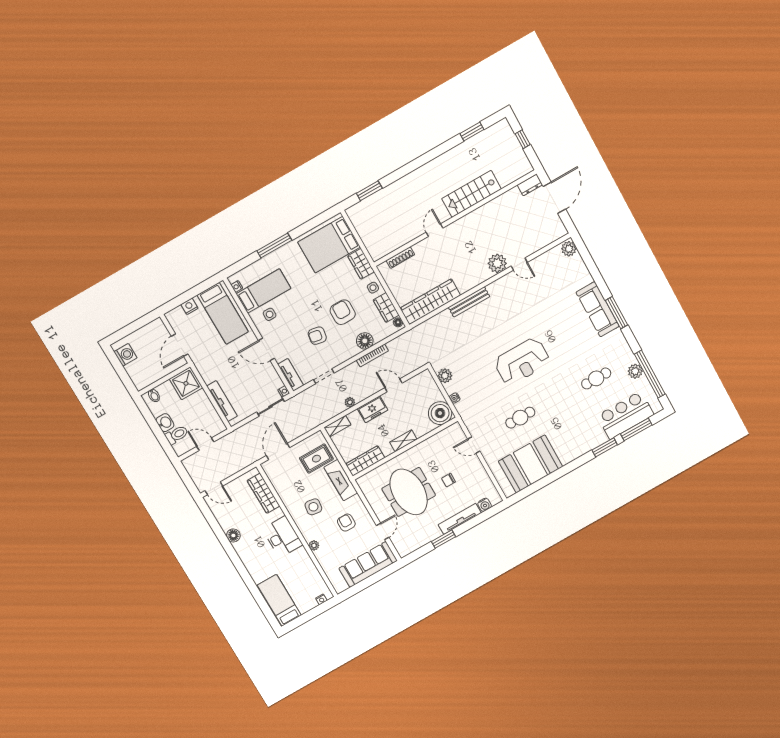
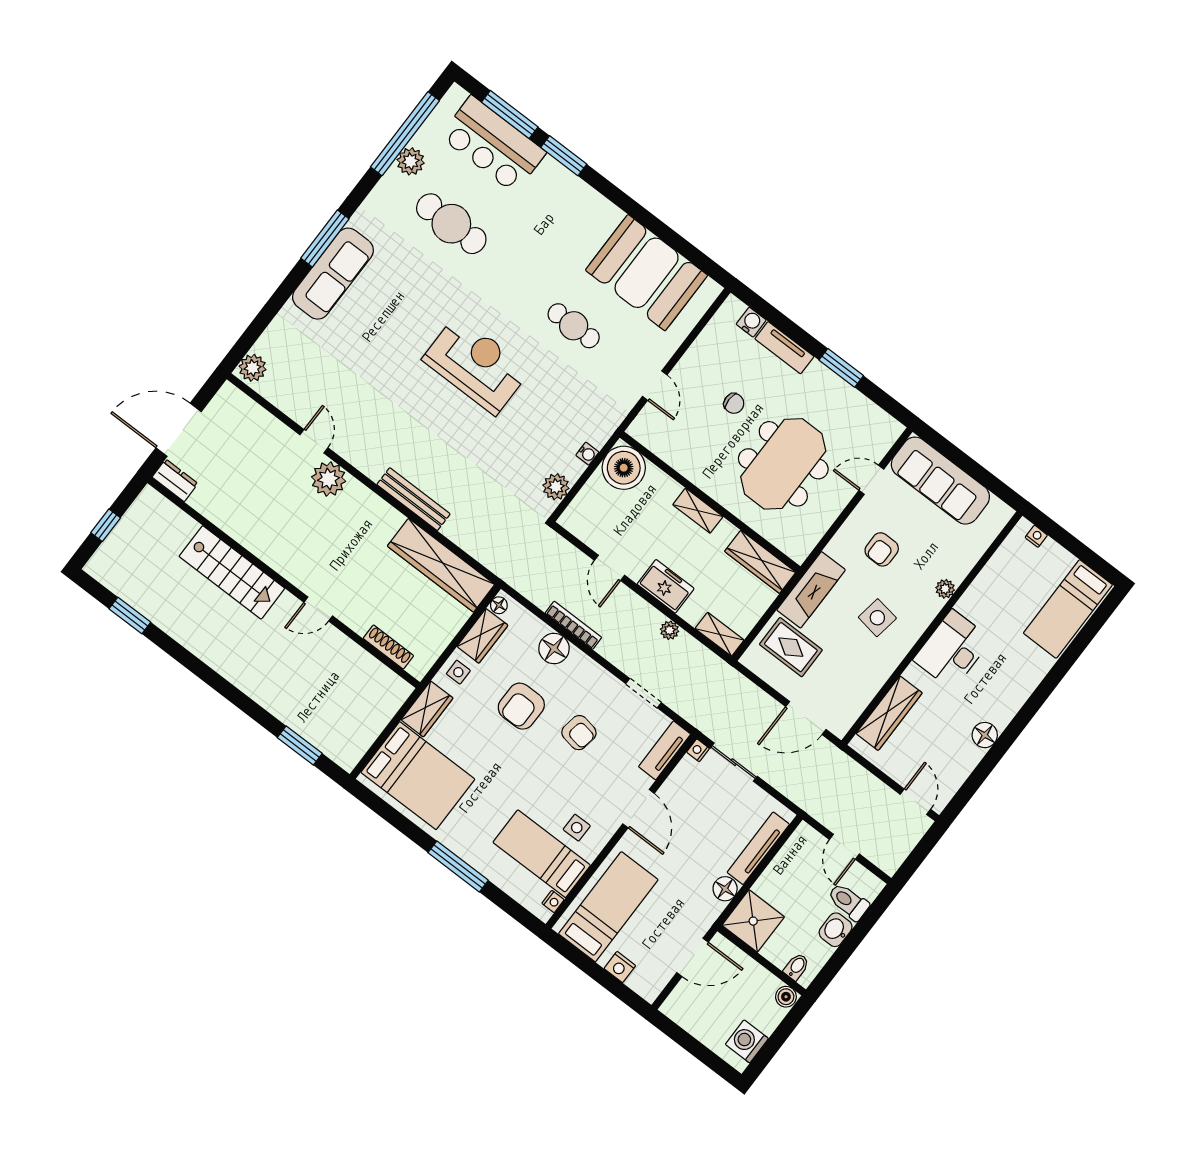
floor lamp: (208, 376) -> (725, 889), added
cafe table: (596, 378) -> (451, 224), width x1.37, depth x1.35
boiler: (141, 384) -> (786, 997), added
tv unit: (460, 519) -> (784, 348), width x0.71

